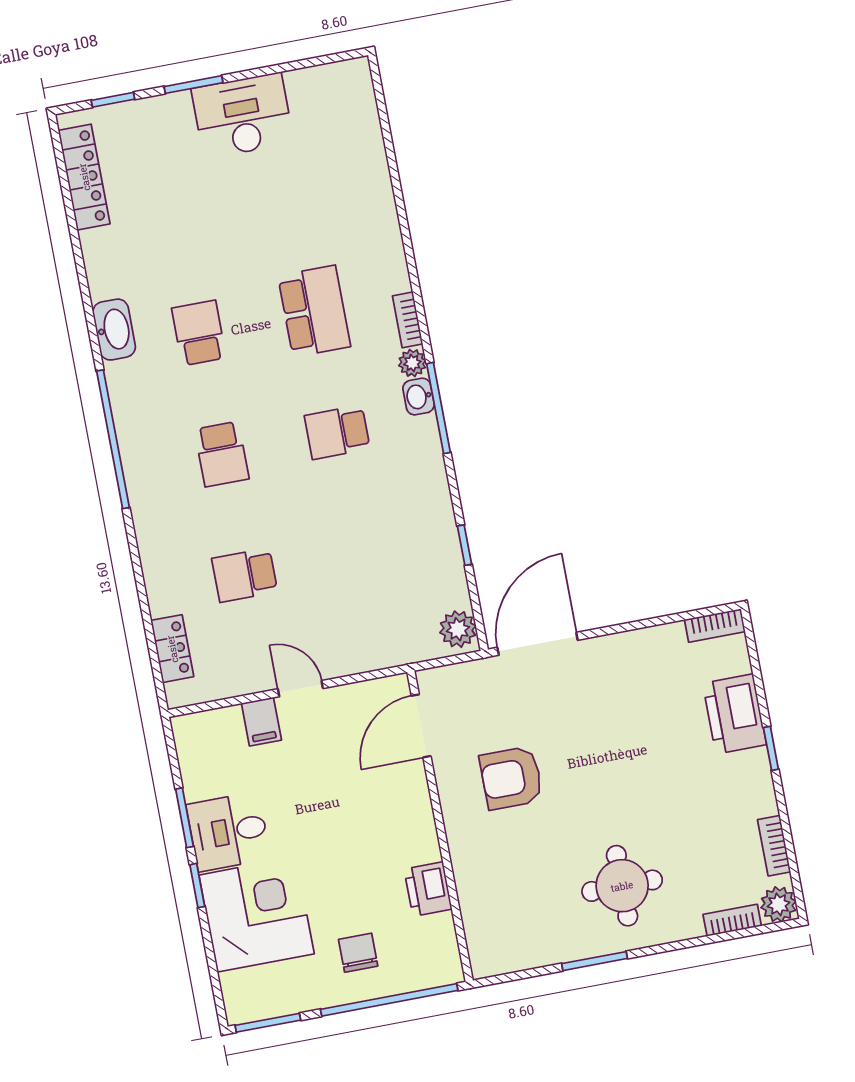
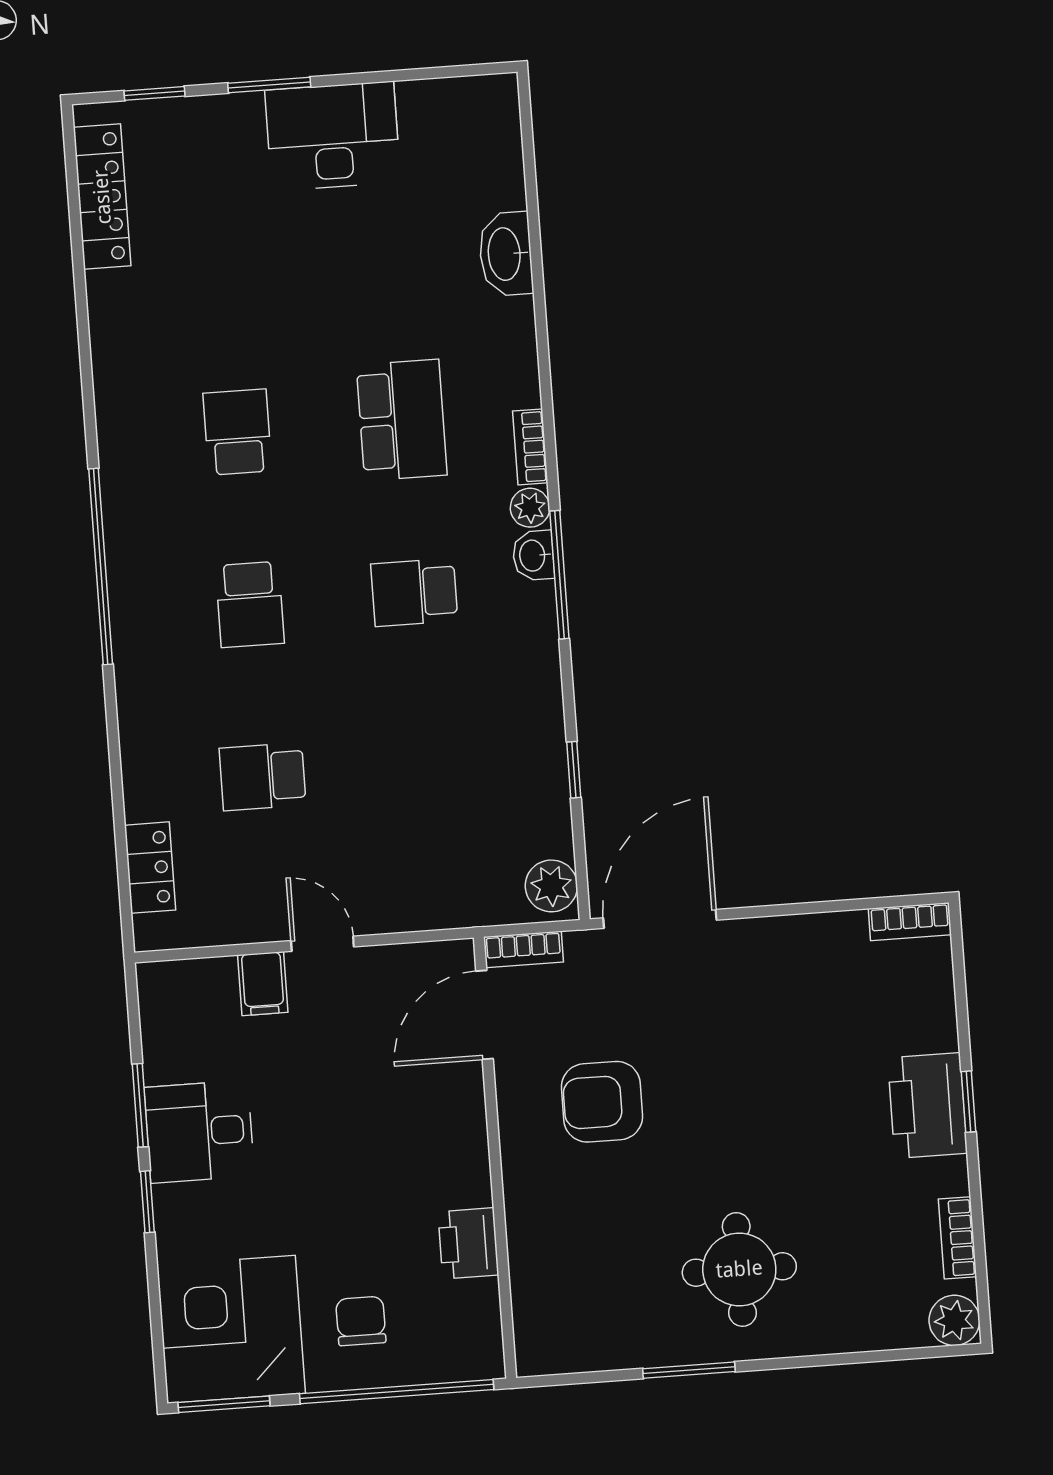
washbasin: (114, 330) -> (506, 254), moved, turned 180
printer: (735, 714) -> (927, 1106), moved
corner desk: (257, 914) -> (231, 1329), moved, turned -90
bookcase: (732, 920) -> (524, 949), moved, turned 180

